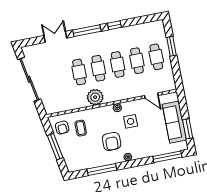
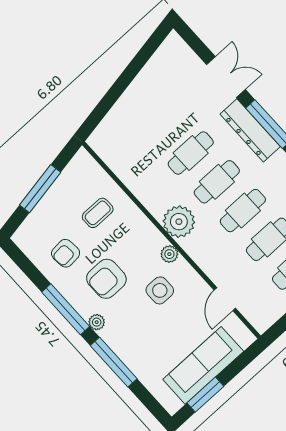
dresser: (85, 40) -> (250, 130), added
sliding door: (29, 79) -> (128, 76), removed
plant: (95, 97) -> (179, 222), moved
armchair: (62, 128) -> (66, 253), moved
window: (167, 157) -> (114, 362), moved
window: (102, 170) -> (66, 309), moved

